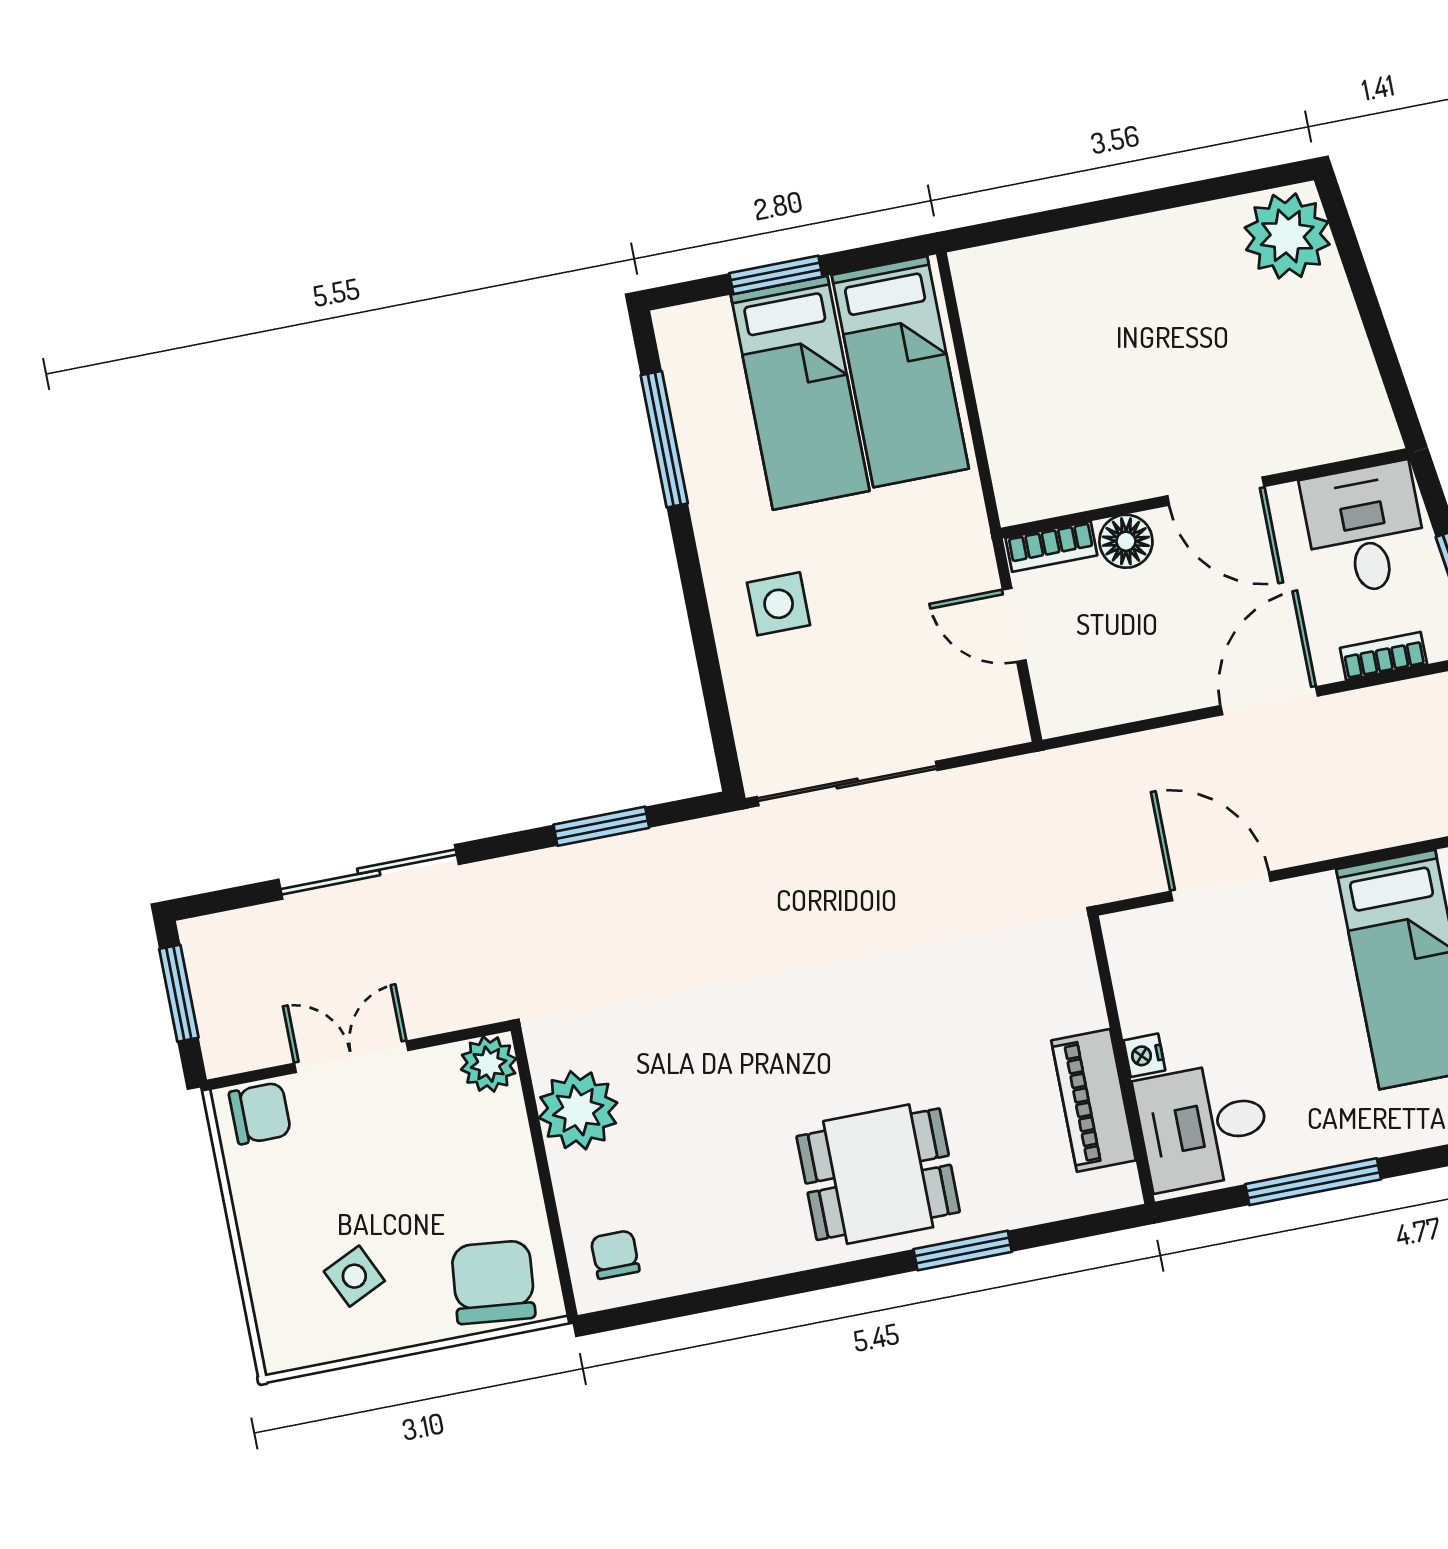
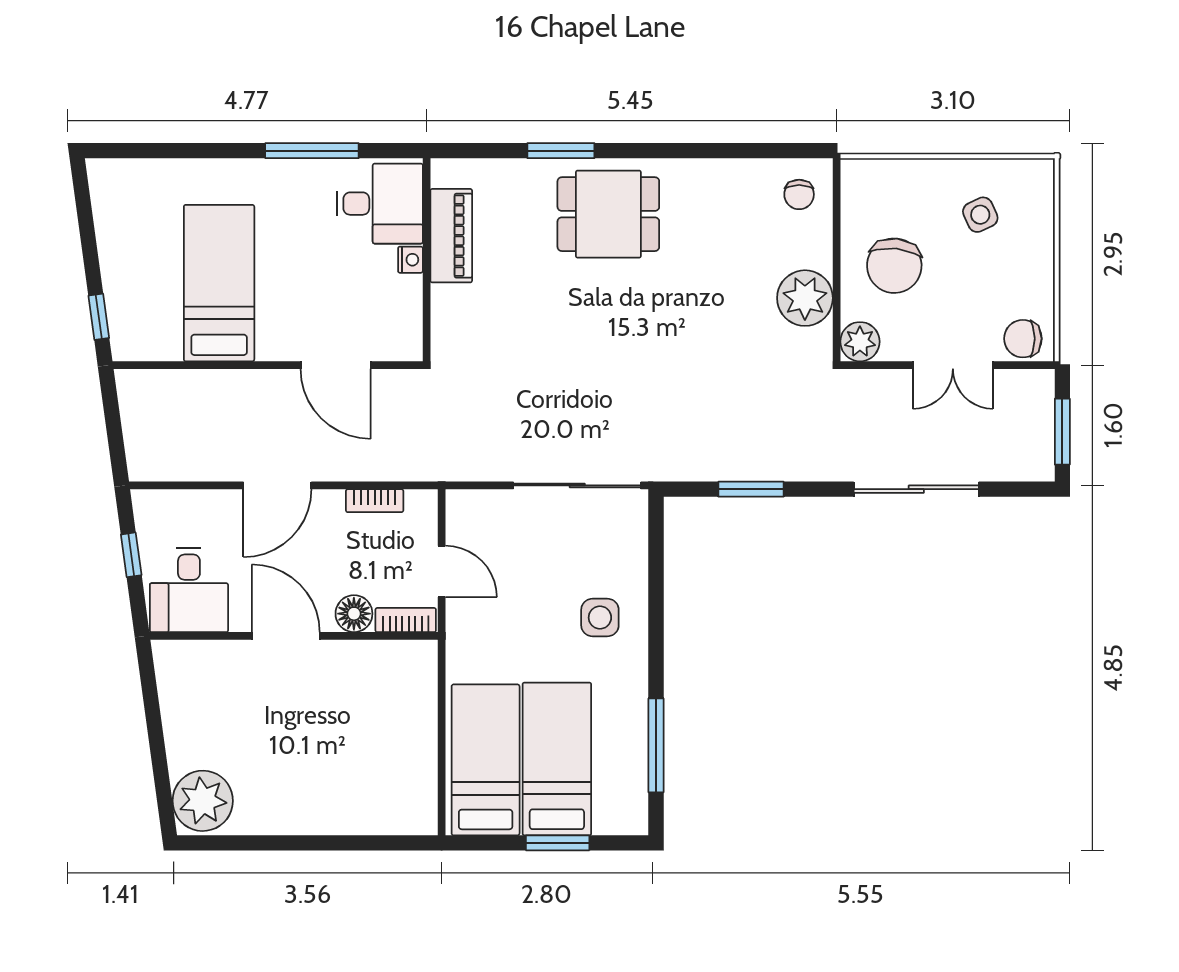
bookcase: (1383, 656) -> (375, 501), moved
chair: (493, 1282) -> (894, 266), moved

